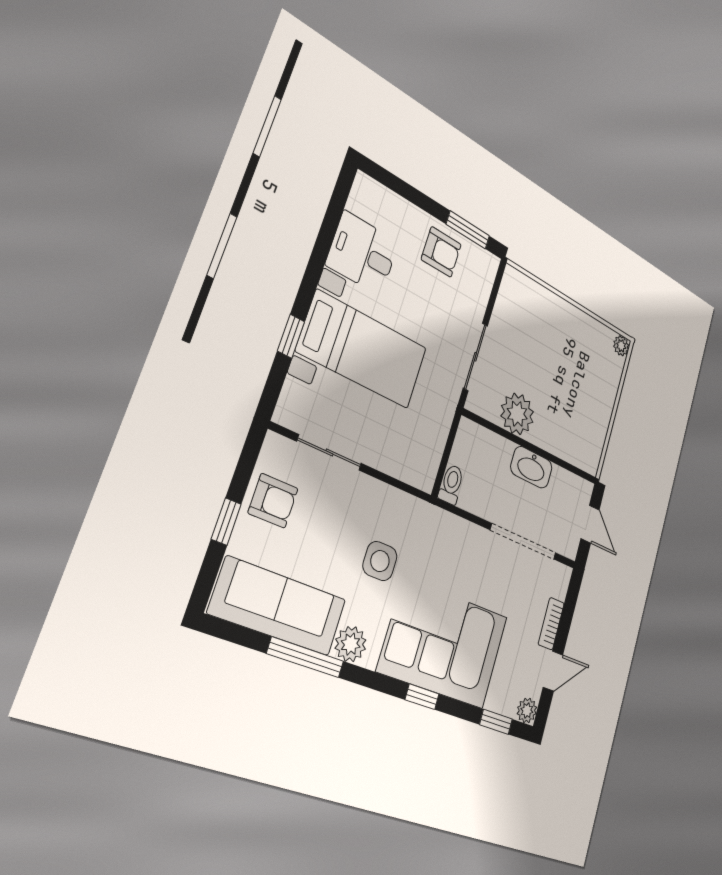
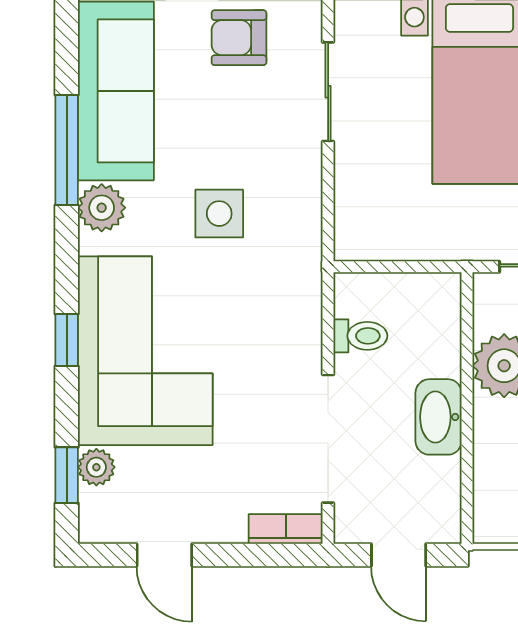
toilet: (451, 484) -> (360, 336), moved
armchair: (273, 501) -> (239, 38), turned 90
door: (590, 524) -> (399, 555), hinge flipped
bookcase: (551, 624) -> (286, 529), moved
plant: (527, 710) -> (96, 467), moved

